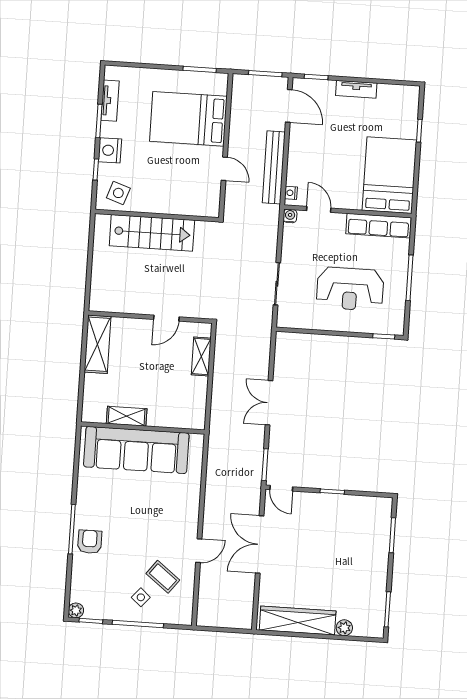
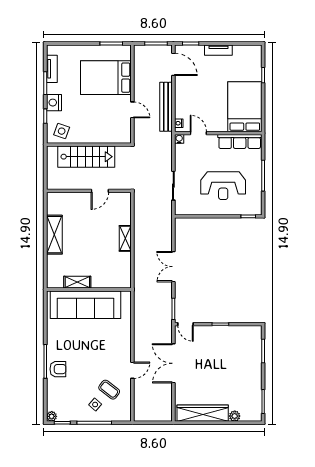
wall: (150, 317) -> (89, 191), moved
door: (166, 318) -> (100, 191), moved
armchair: (90, 542) -> (58, 369), turned 90

